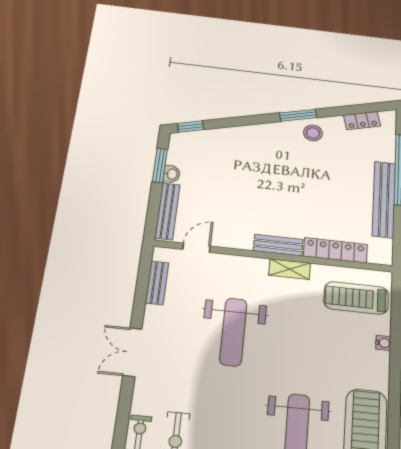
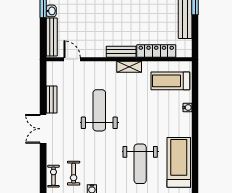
door: (197, 248) -> (72, 59), hinge flipped
bench: (157, 283) -> (52, 100), moved
weight bench: (233, 332) -> (99, 110), turned 180

